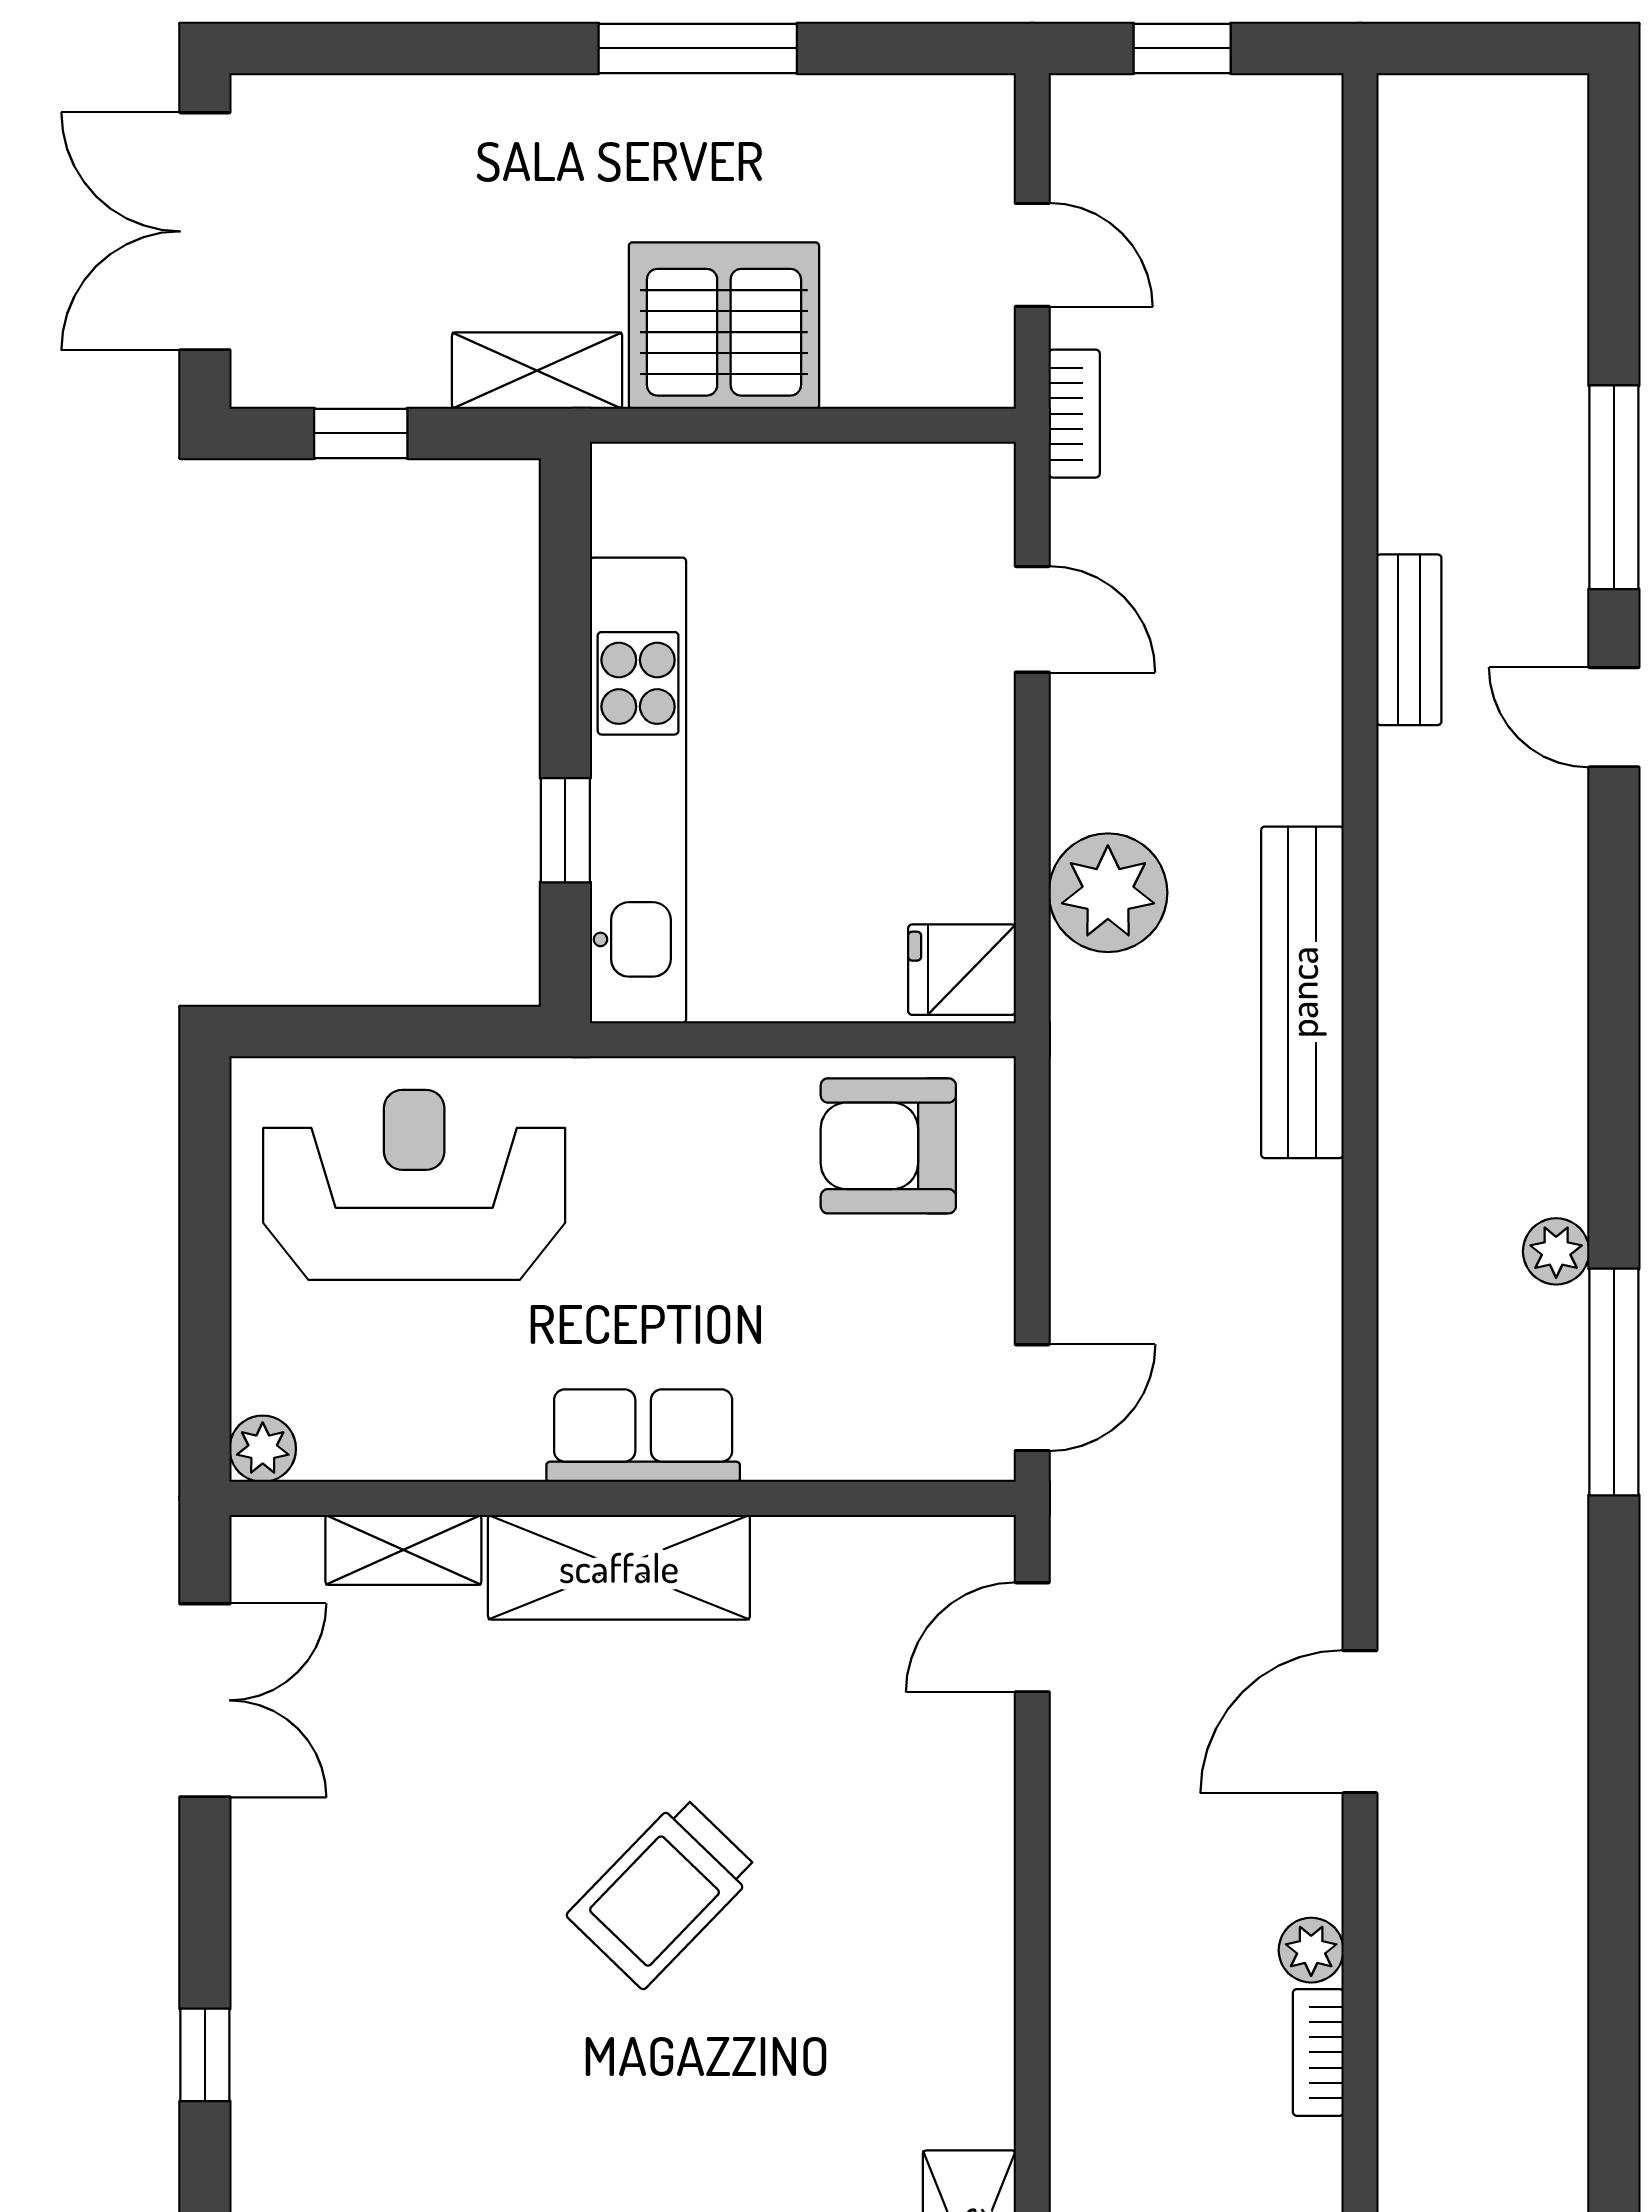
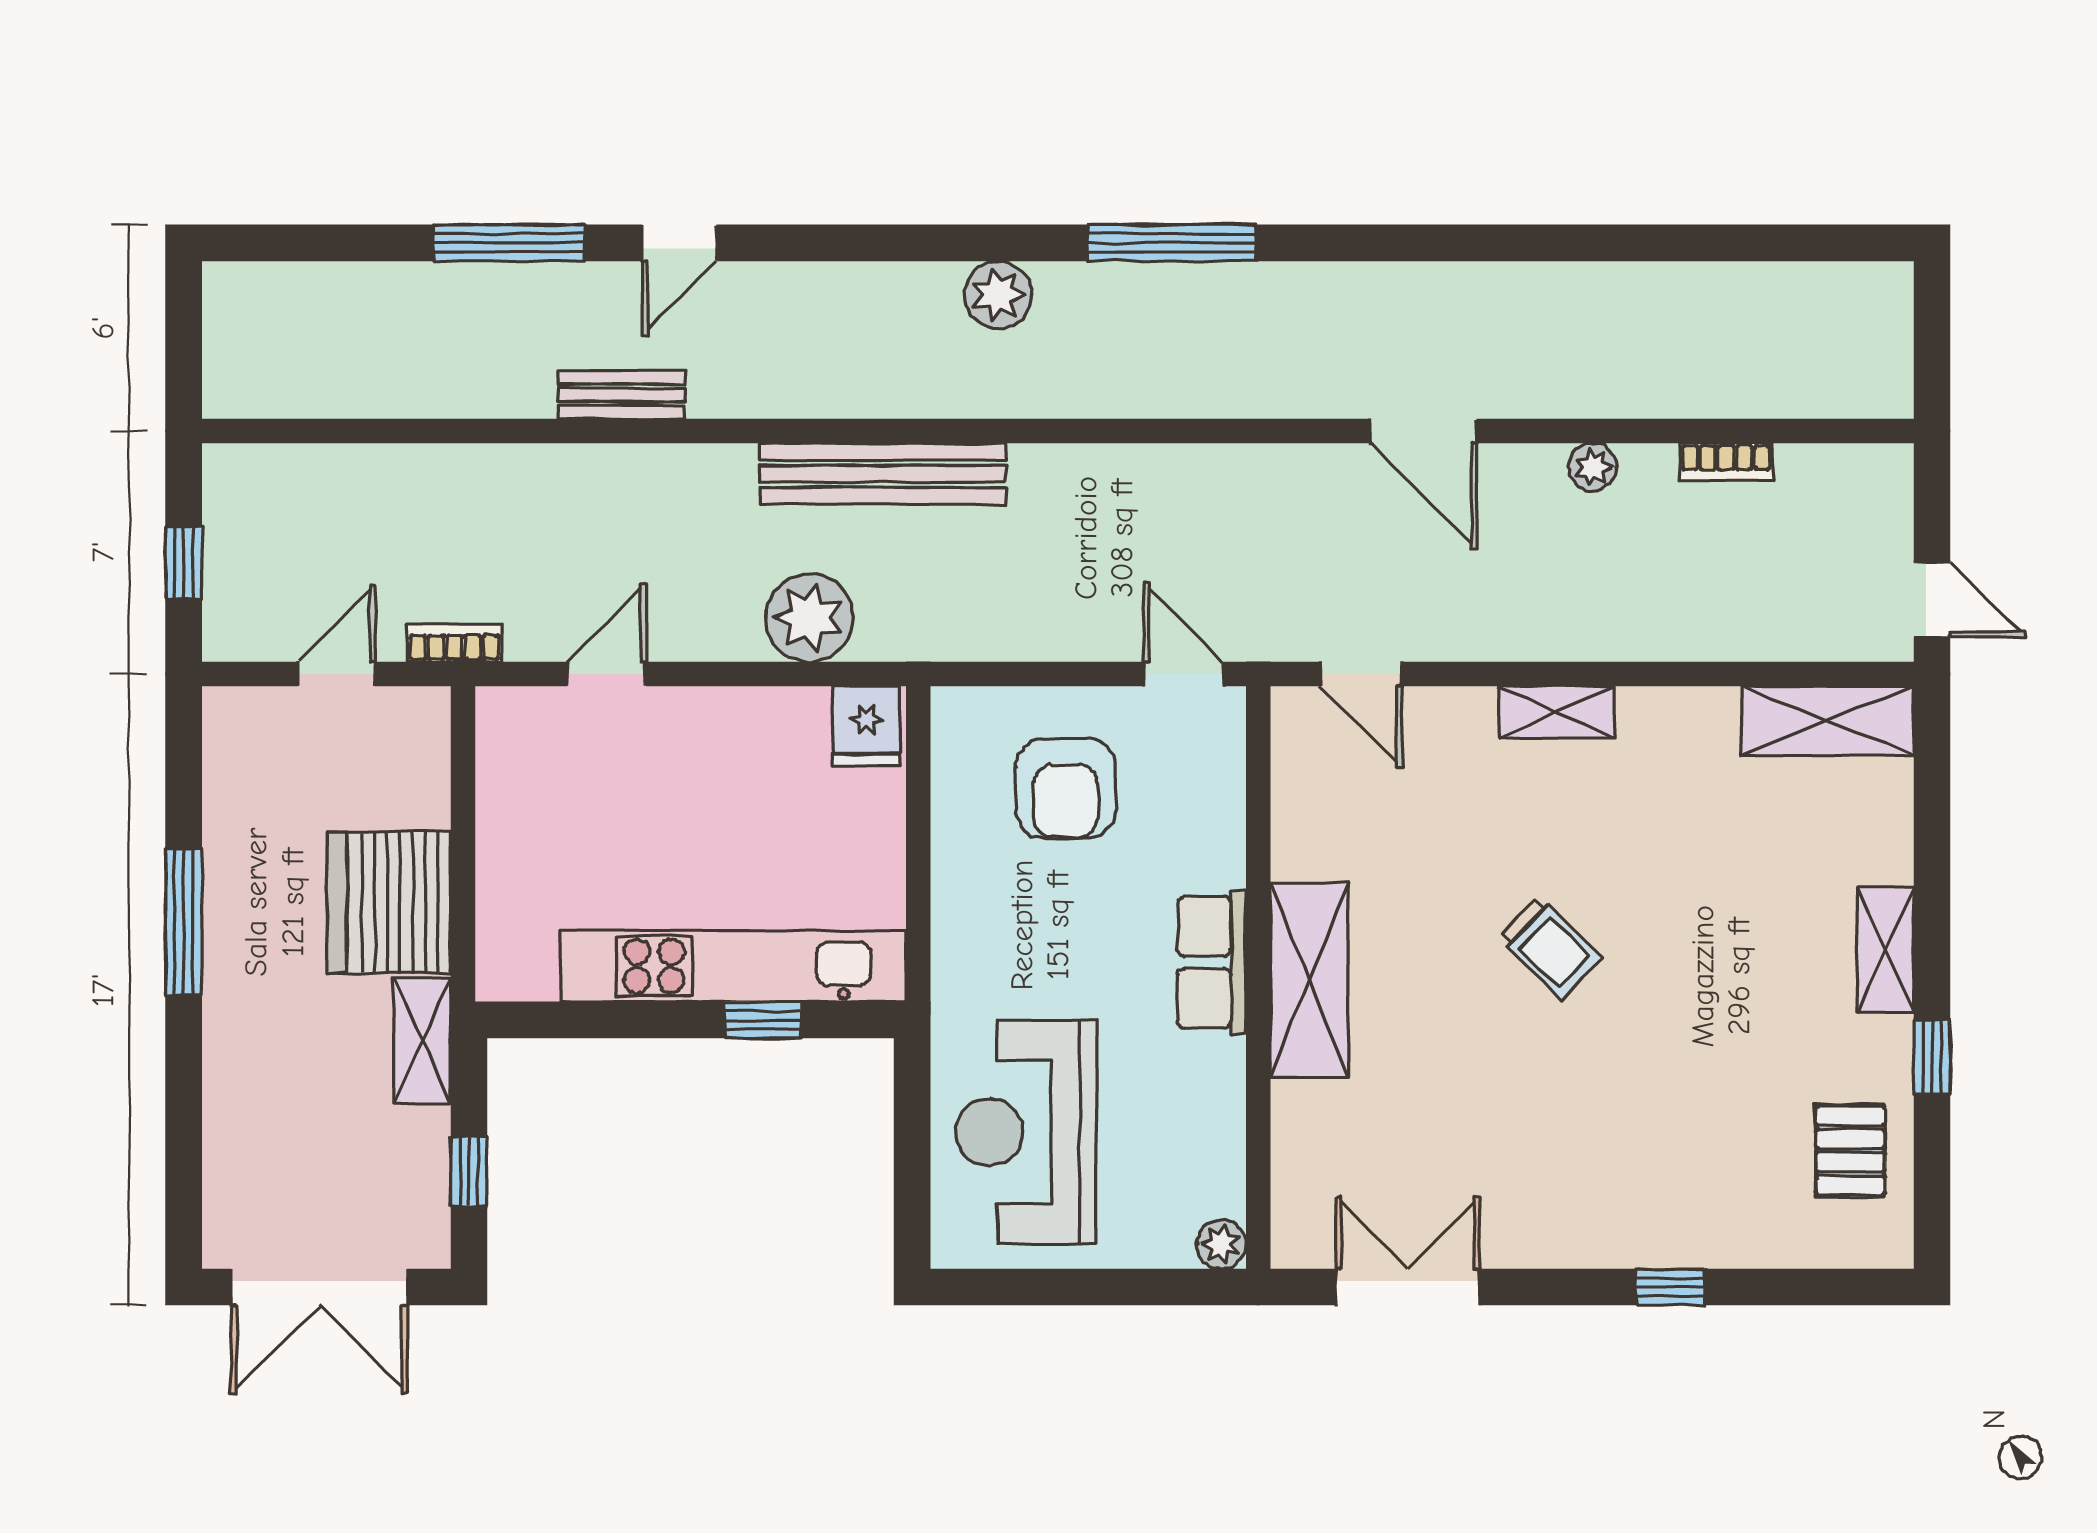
armchair: (888, 1146) -> (1066, 789), moved
plant: (1556, 1251) -> (998, 295), moved, width x1.38, depth x1.38
shelving: (403, 1550) -> (1557, 712), moved, turned 90
trolley: (663, 1893) -> (1550, 948), width x0.73, depth x0.72
bookcase: (1318, 2052) -> (1726, 462), moved

